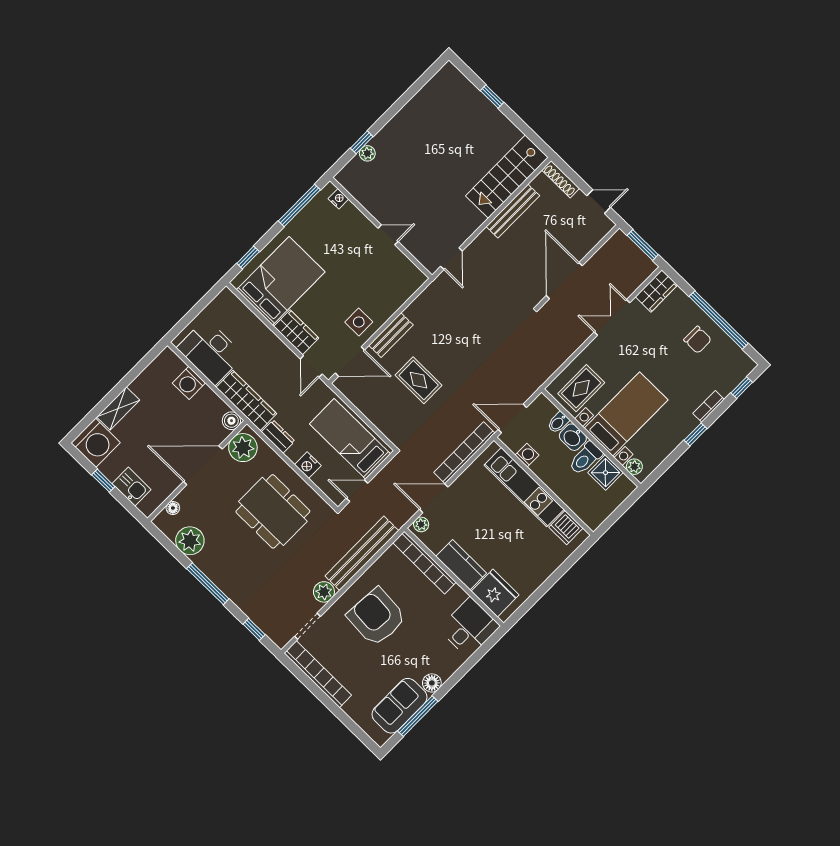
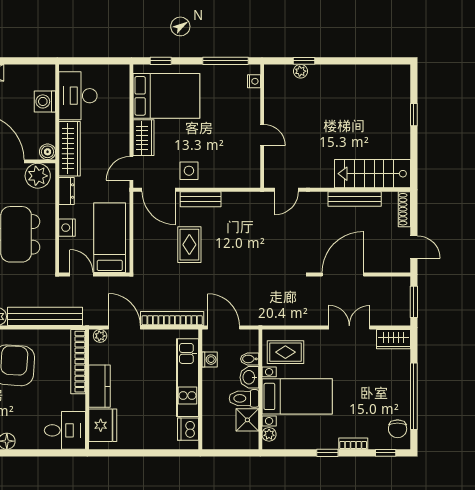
chair: (698, 340) -> (398, 429), moved

